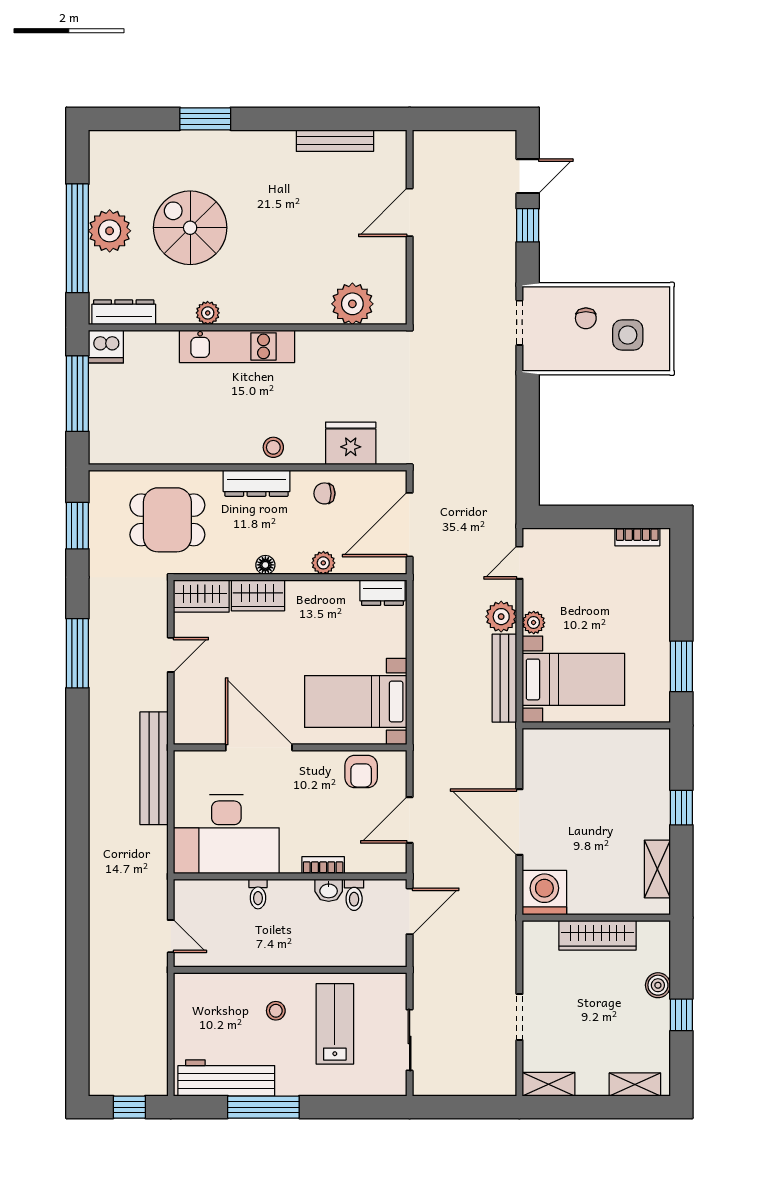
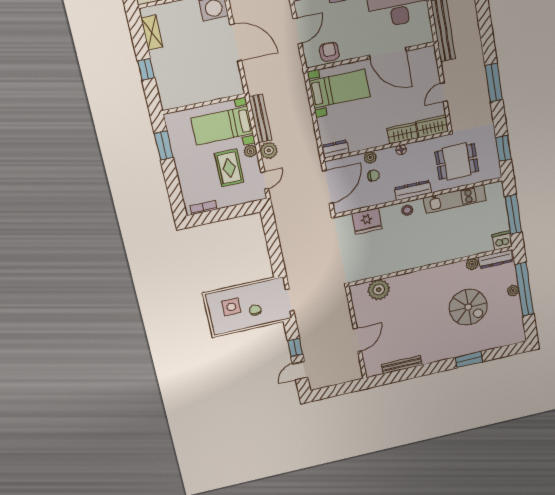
plant: (110, 231) -> (513, 291), width x0.53, depth x0.53
plant: (208, 313) -> (472, 264), moved
kitchen unit: (237, 346) -> (455, 199), moved, turned 180
chair: (324, 493) -> (374, 176), moved
rug: (577, 600) -> (229, 168), added

